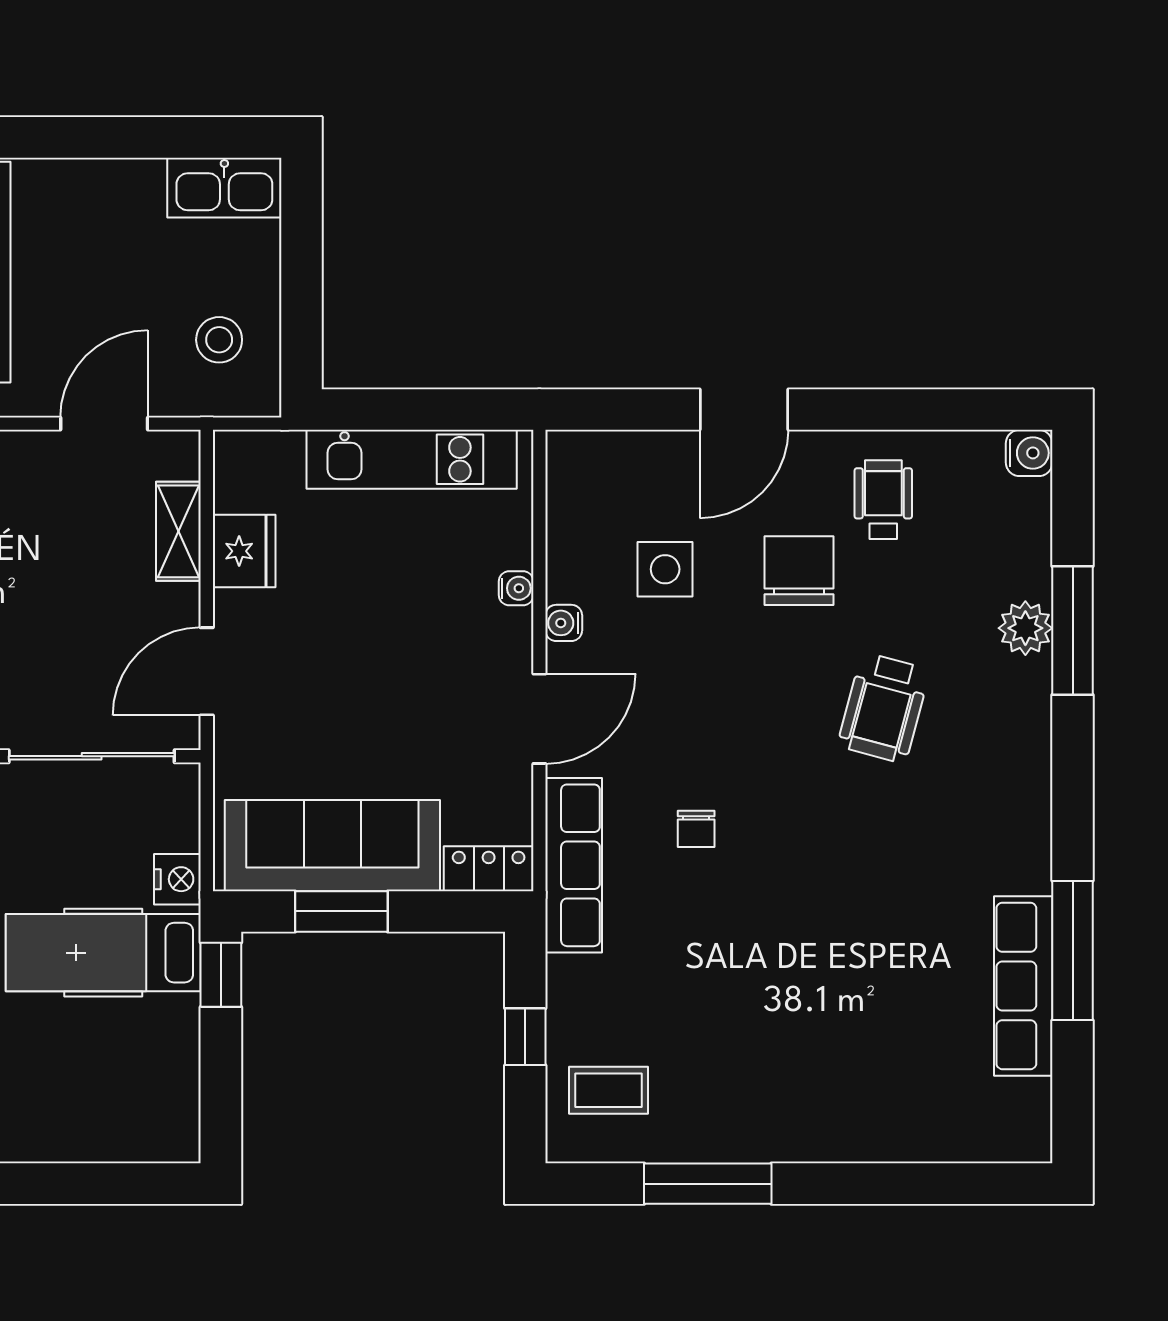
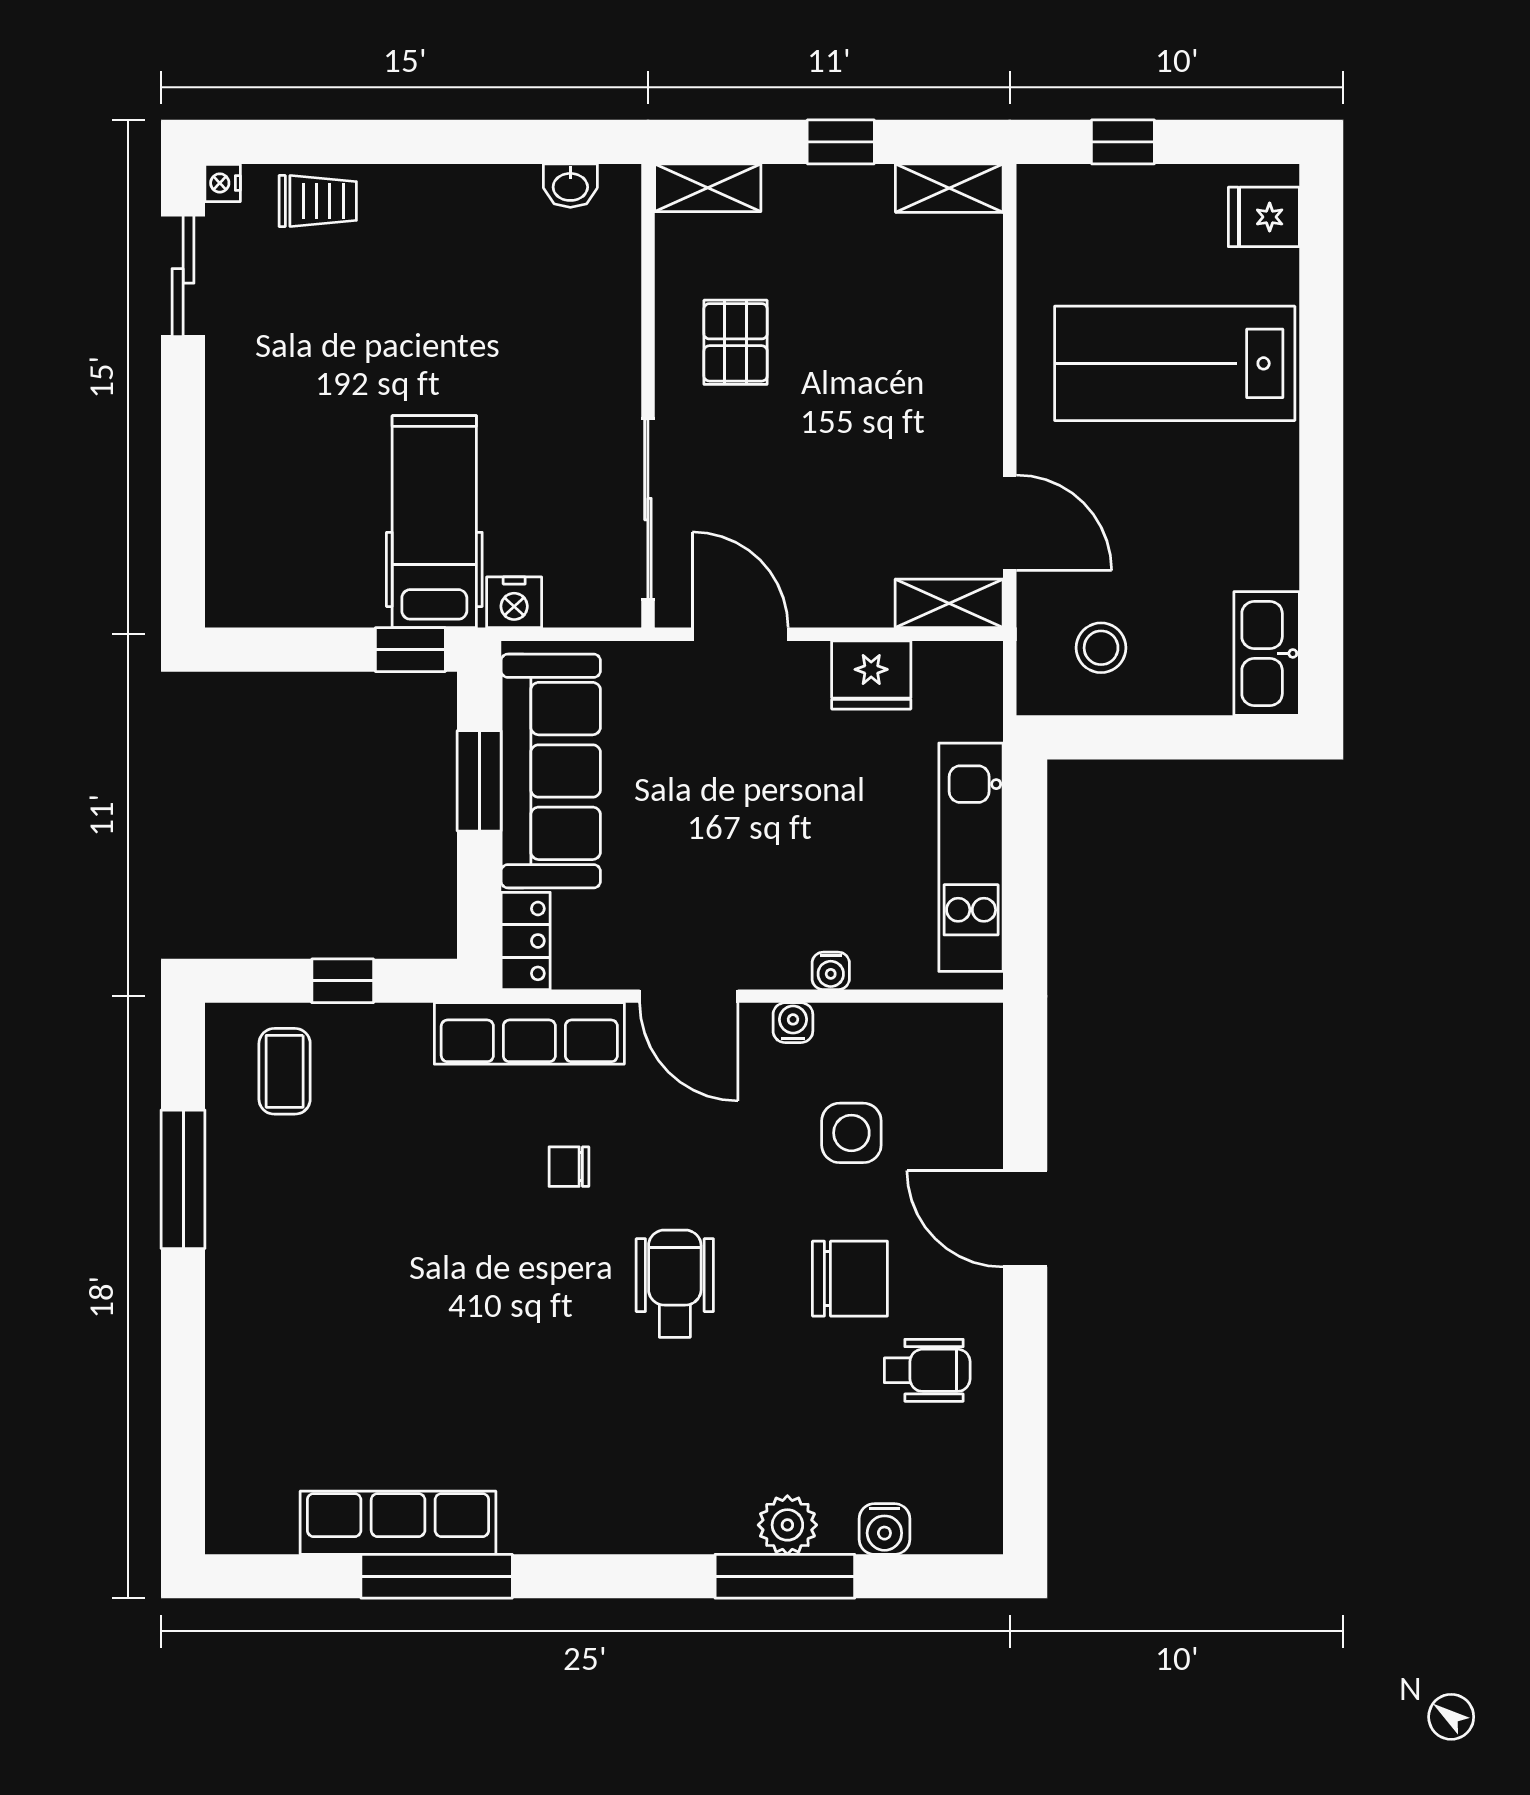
water cooler: (1029, 453) -> (884, 1529), moved
shelving: (178, 531) -> (949, 603), moved
wheelchair: (884, 708) -> (675, 1284), moved, turned 75

